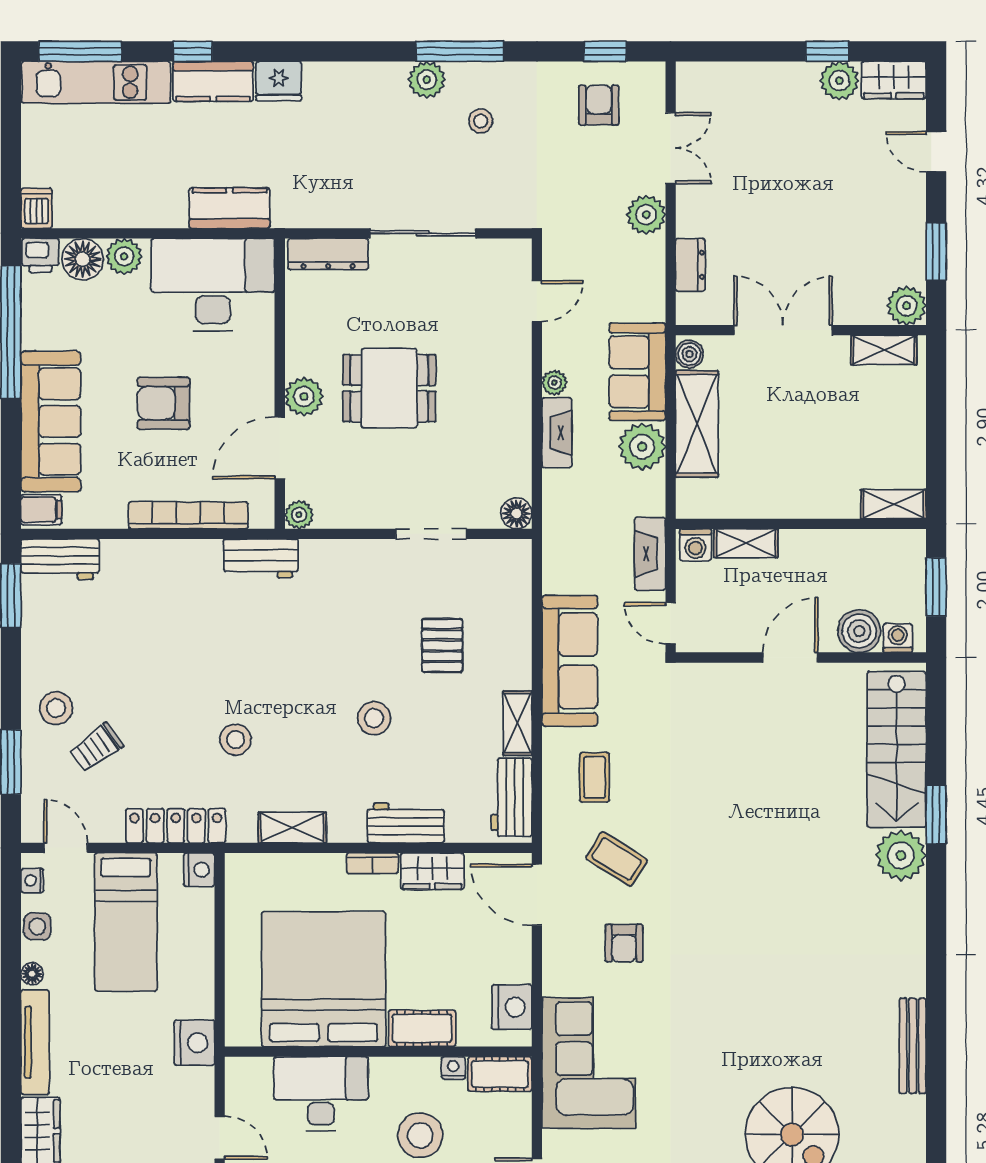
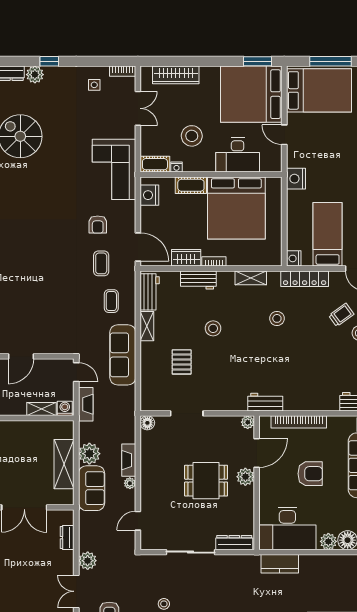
boiler: (689, 354) -> (68, 496), removed
coffee table: (616, 859) -> (101, 263), turned 58
armchair: (624, 943) -> (98, 225), turned 180

